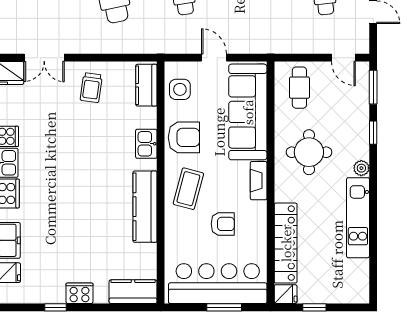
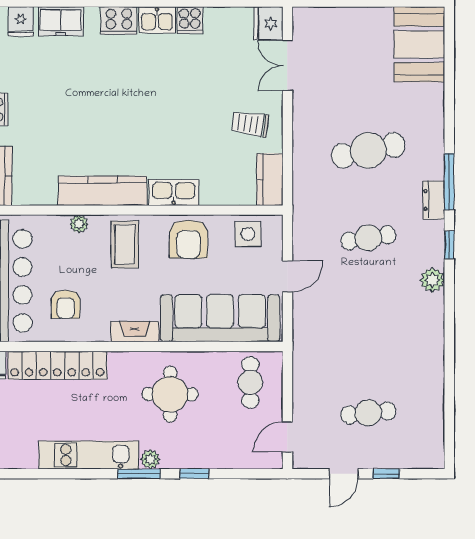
kitchen counter: (146, 85) -> (270, 179), moved, turned -90
window: (373, 87) -> (139, 474), moved
cafe table: (299, 88) -> (250, 382), turned 90
kitchen sink: (146, 144) -> (174, 192), width x1.38
coffee table: (188, 189) -> (125, 245), turned 75
armchair: (223, 224) -> (66, 304), moved
plant: (172, 226) -> (79, 224), added

